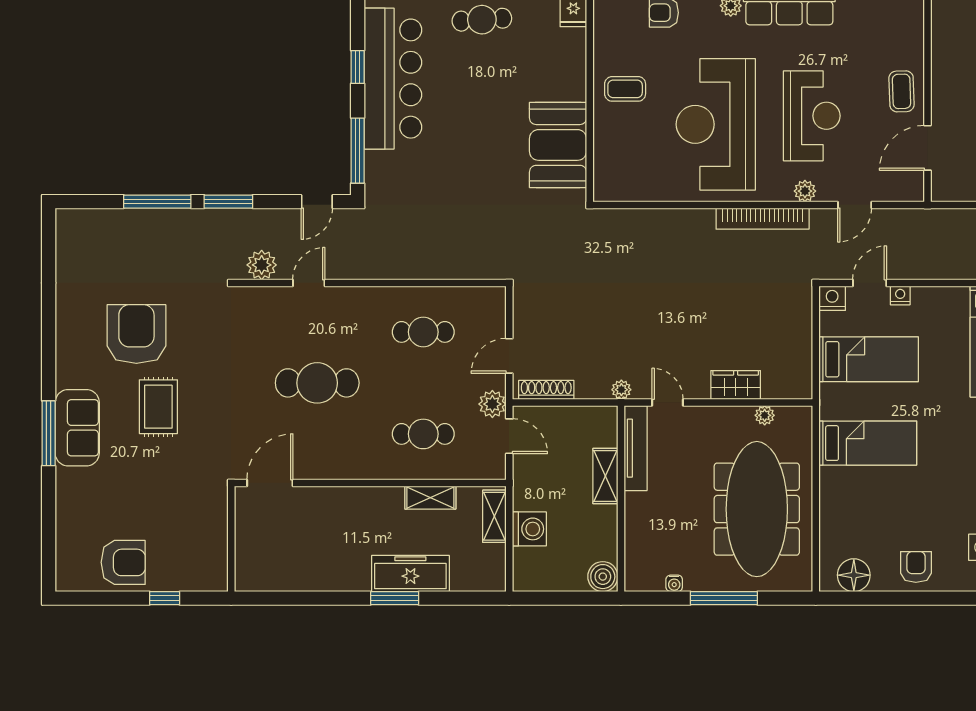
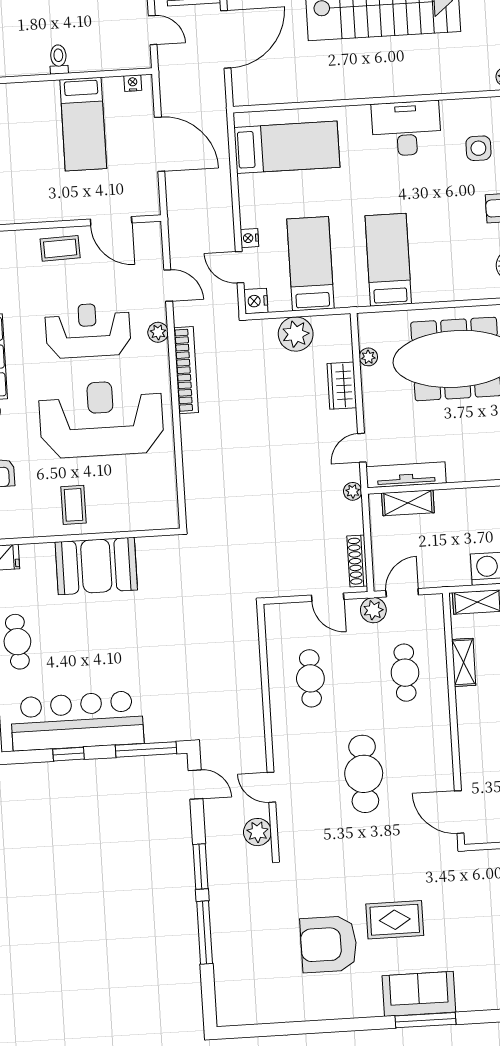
reception desk: (716, 124) -> (101, 419), turned 180
booth: (558, 145) -> (96, 566), moved
plant: (794, 339) -> (296, 334), added
shelving: (605, 476) -> (408, 503), moved

